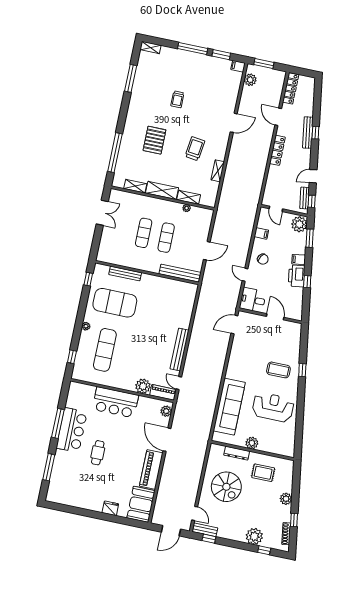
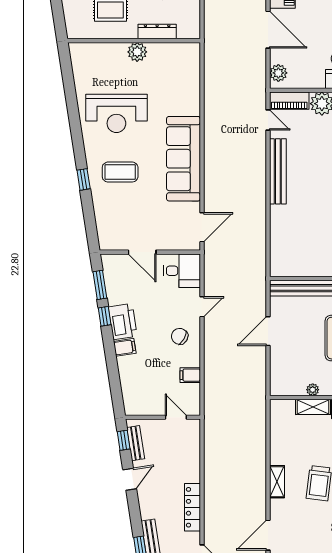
shelving: (218, 171) -> (277, 482), moved
plant: (299, 224) -> (135, 401), removed
window: (310, 238) -> (100, 285), moved
door: (245, 275) -> (202, 307), hinge flipped
sofa: (229, 407) -> (183, 159), moved

